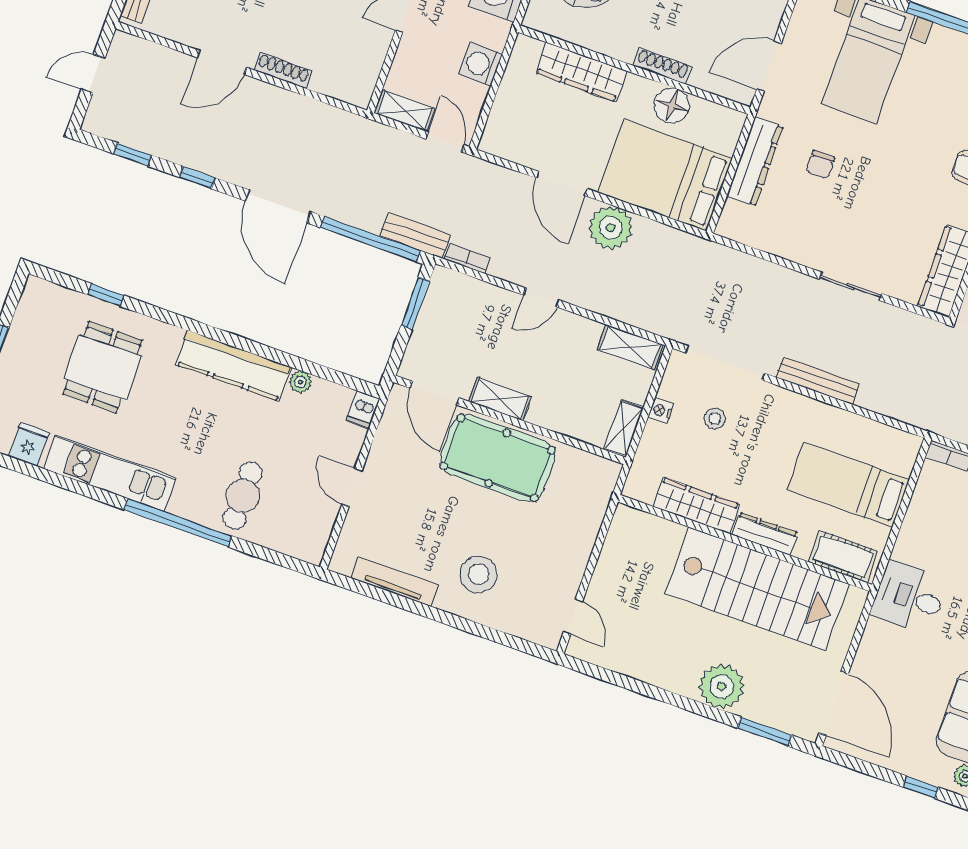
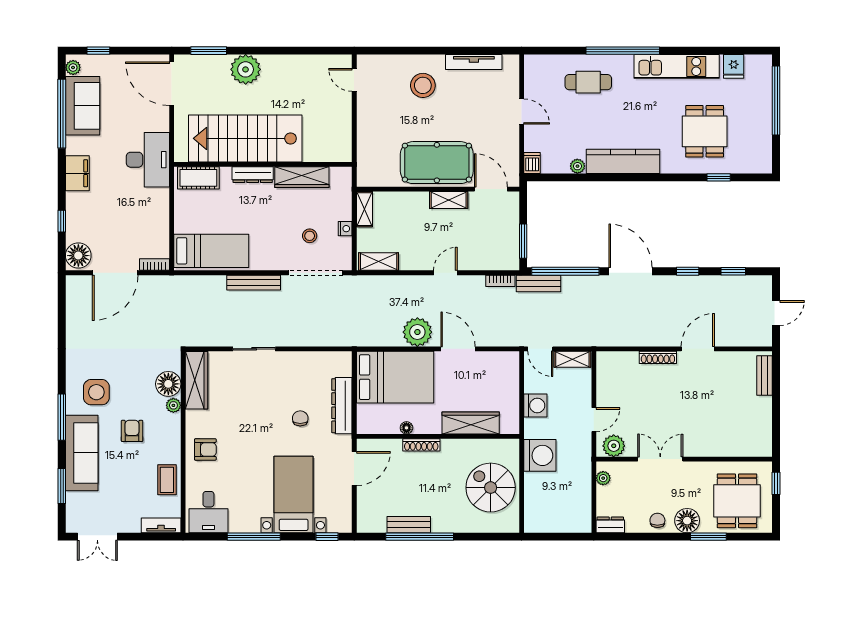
floor lamp: (672, 105) -> (406, 428), width x0.53, depth x0.53
bed: (848, 485) -> (211, 251), moved
cafe table: (243, 496) -> (588, 82), turned 90
desk: (909, 597) -> (148, 160), width x1.37

